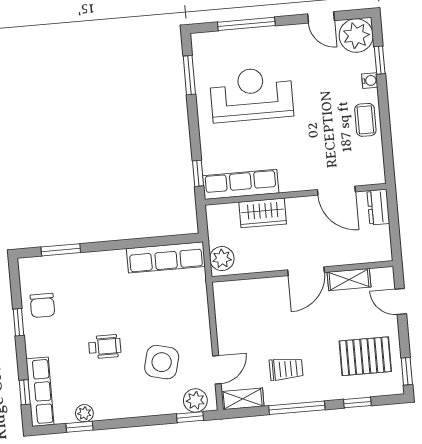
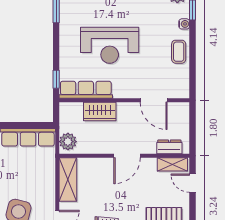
reception desk: (251, 94) -> (110, 45), moved, turned 180
dresser: (378, 207) -> (169, 147), moved, turned 90
shelving: (349, 280) -> (172, 164), moved
shelving: (227, 311) -> (68, 179), added

